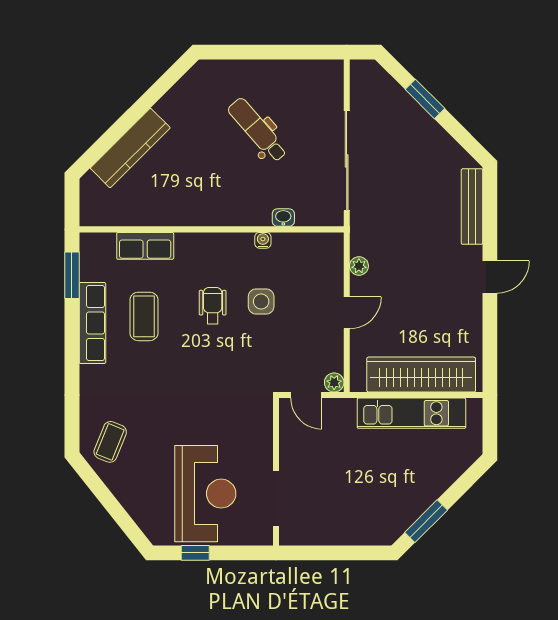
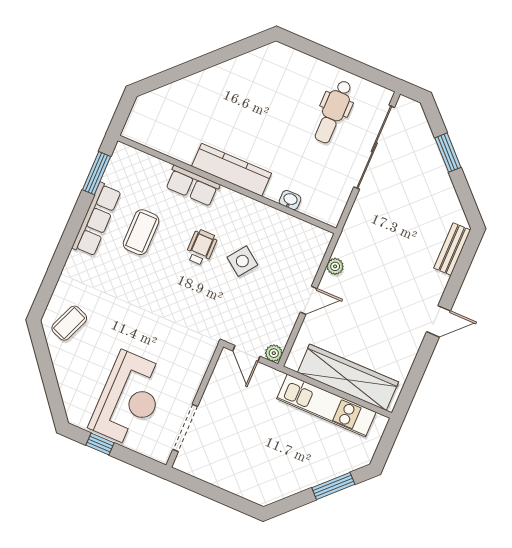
dental chair: (258, 130) -> (333, 112), moved, turned -139
kitchen counter: (130, 148) -> (232, 170), moved, turned -135
sliding door: (347, 161) -> (374, 147), moved
bench: (472, 207) -> (452, 249), width x0.73
water cooler: (263, 240) -> (265, 212), removed
row of seats: (145, 246) -> (192, 186), moved
side table: (261, 302) -> (242, 261), turned 36
window: (426, 521) -> (333, 486), moved

